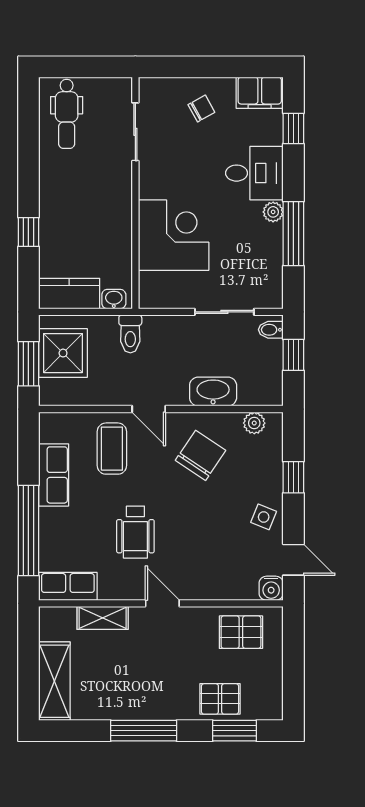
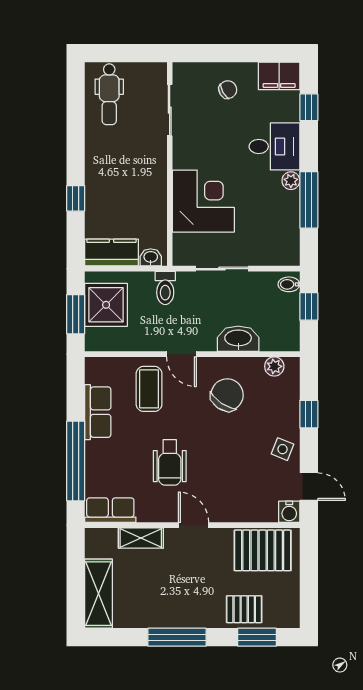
sliding door: (224, 312) -> (222, 269), moved
pallet: (241, 632) -> (263, 550), width x1.50, depth x1.42

